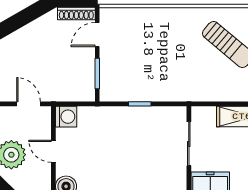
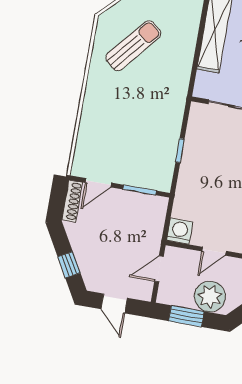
window: (18, 21) -> (69, 265), added
door: (97, 35) -> (98, 183), hinge flipped

